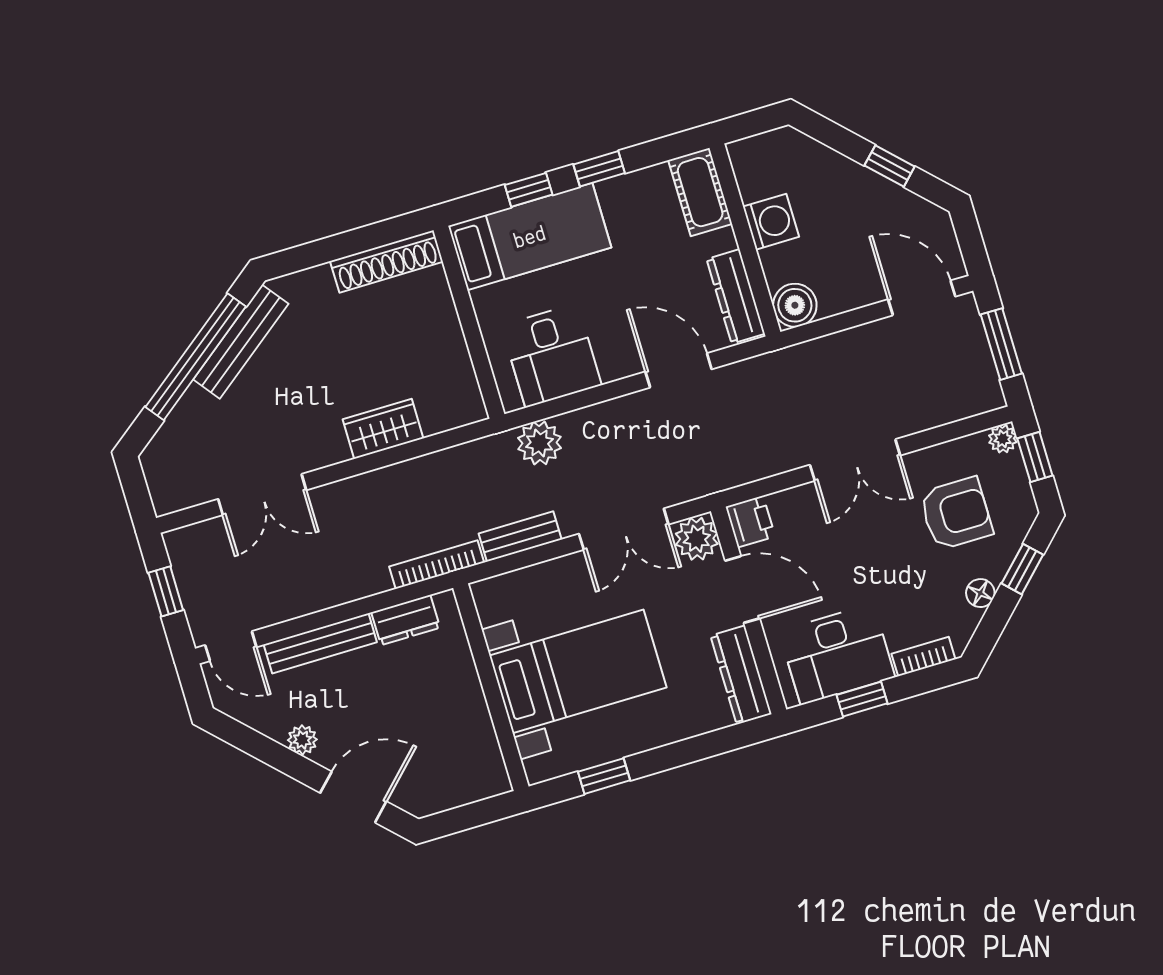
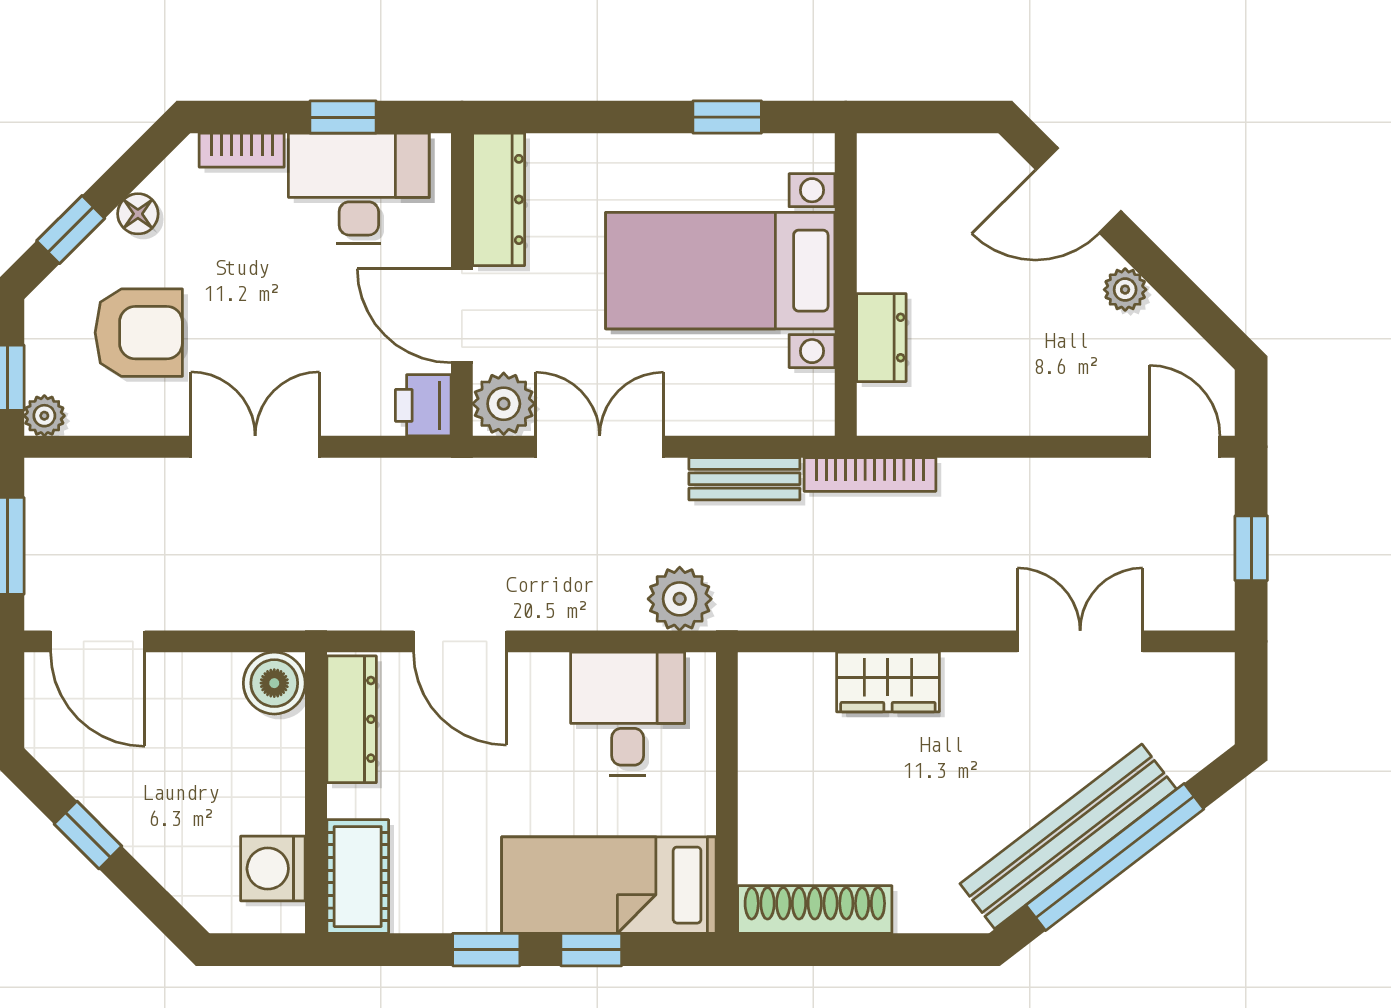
washing machine: (771, 222) -> (273, 869), moved
bench: (241, 342) -> (1068, 836), width x1.37, depth x1.21
armchair: (956, 513) -> (139, 333), turned 180
dresser: (406, 620) -> (881, 338), moved, turned 90
bench: (320, 643) -> (1061, 414), removed

